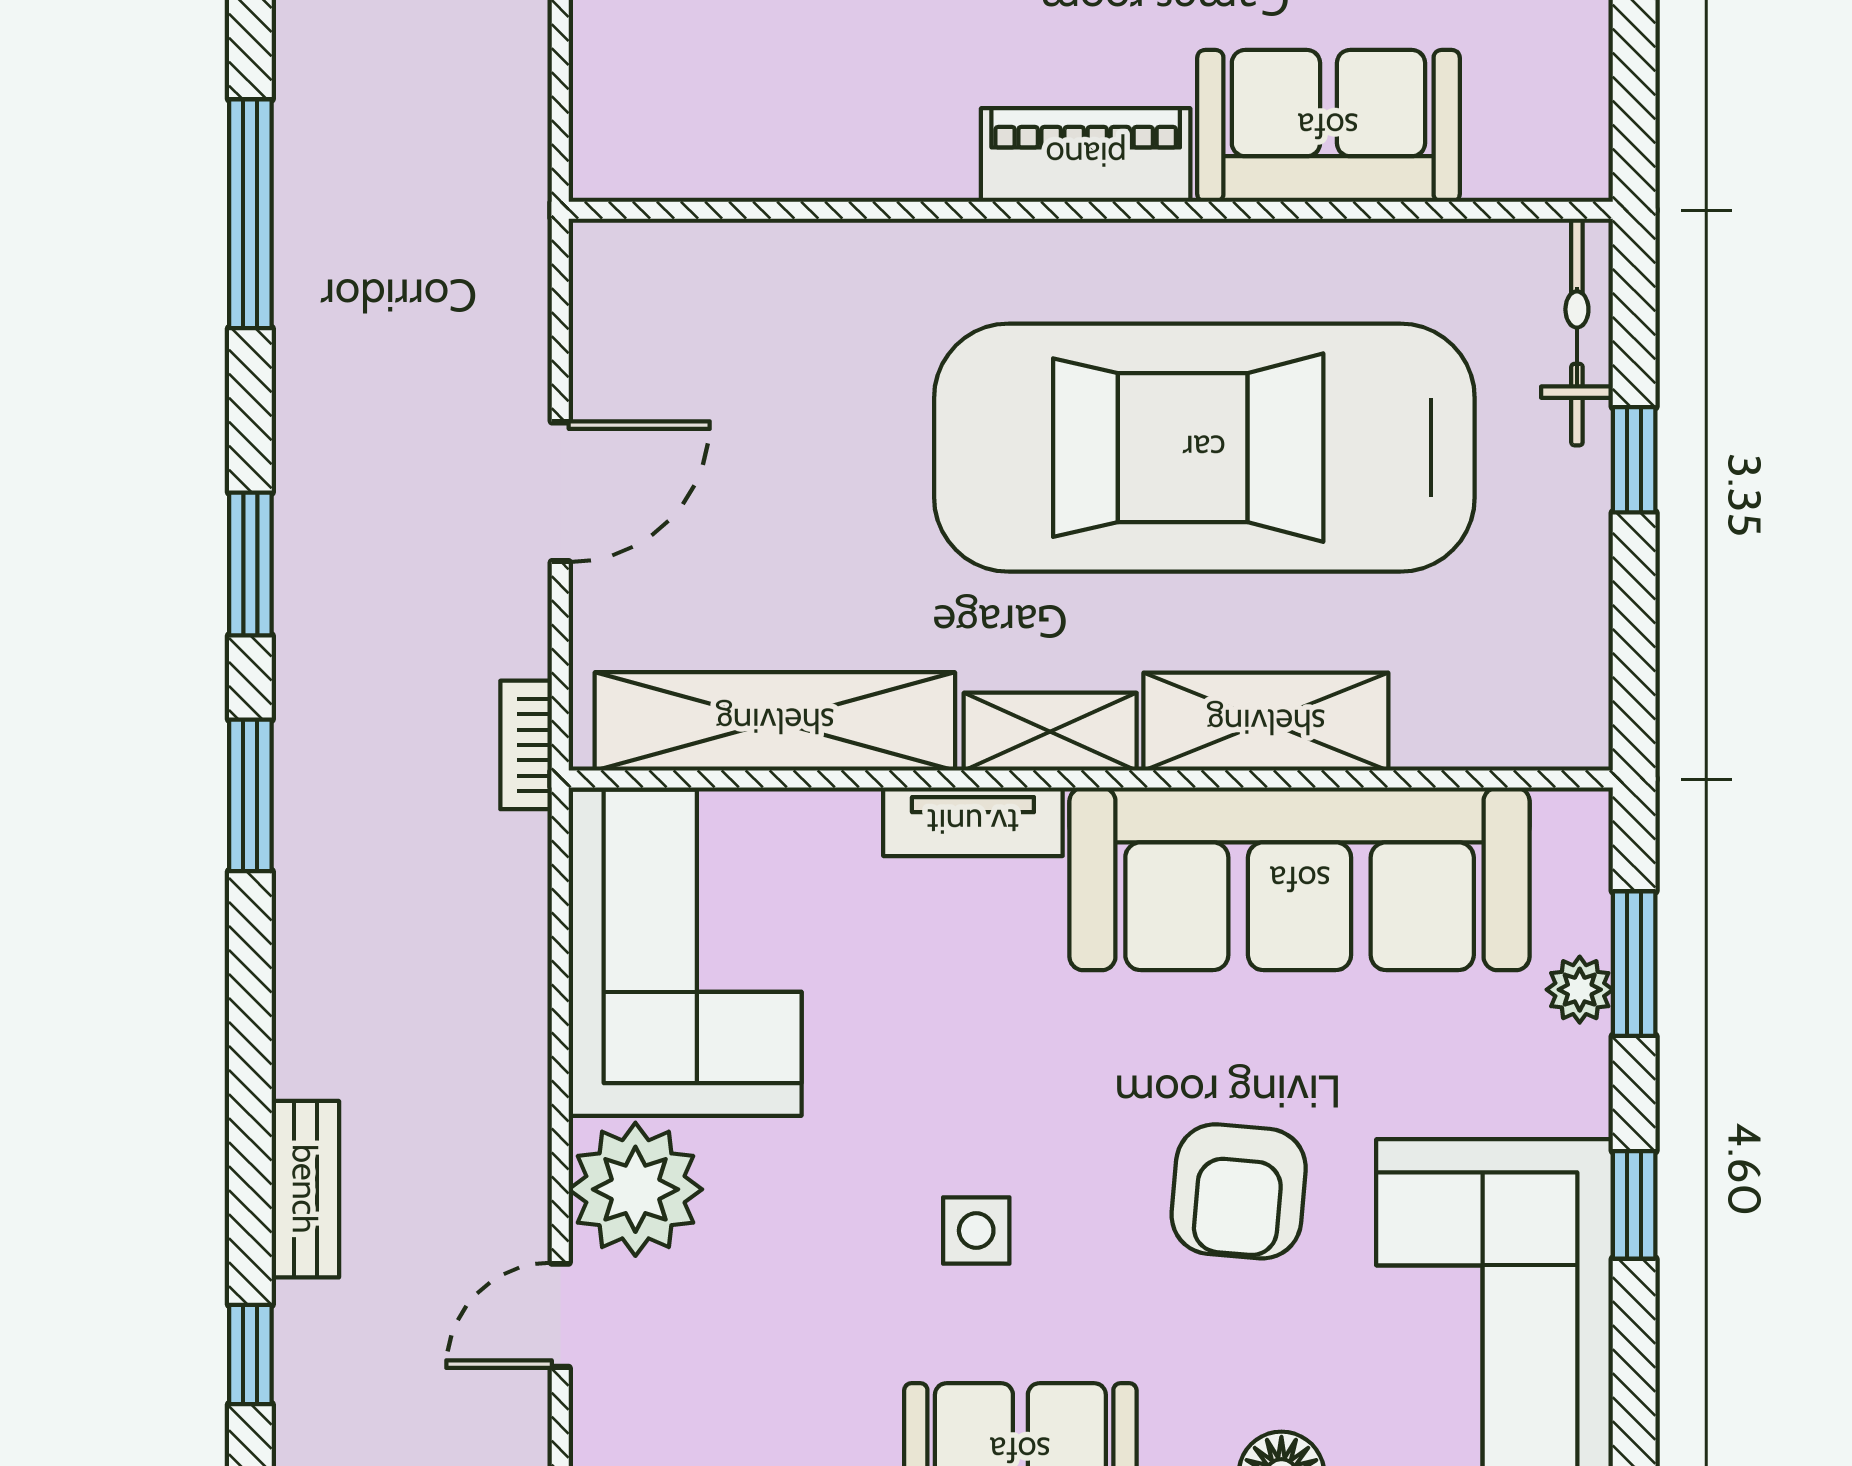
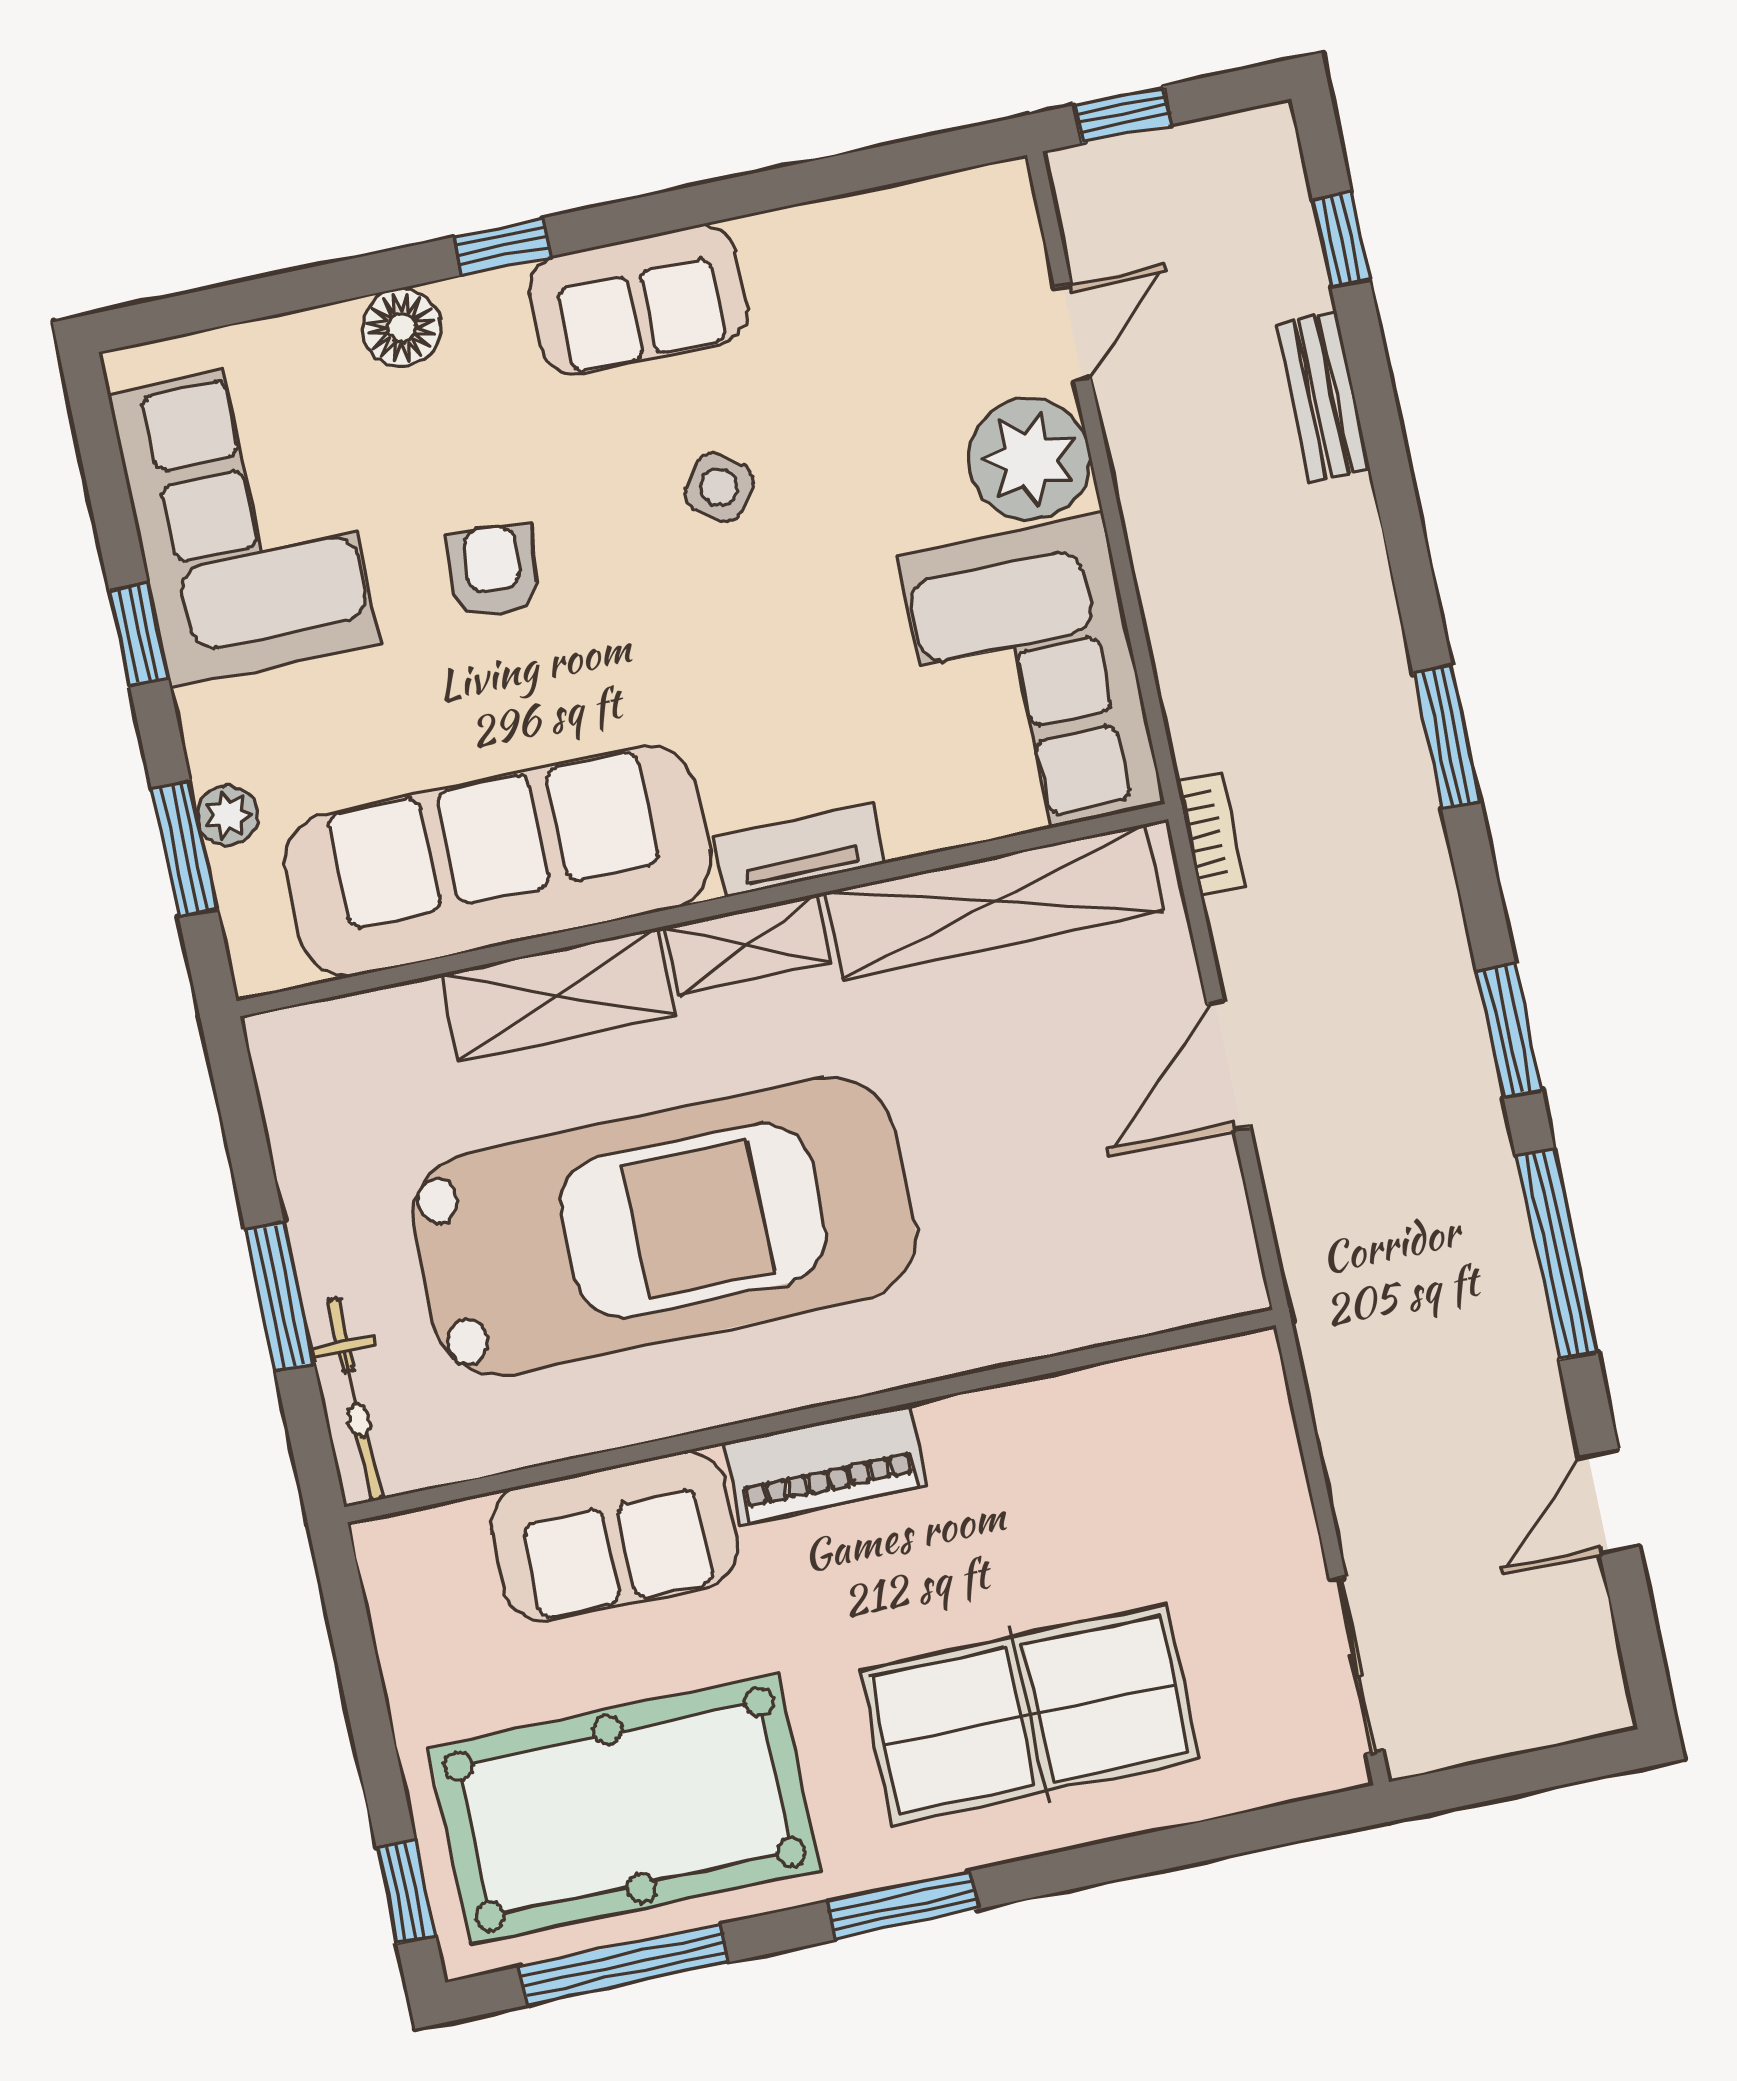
window: (1634, 460) -> (280, 1297), width x1.50
window: (250, 564) -> (1509, 1030), moved
armchair: (1239, 1191) -> (493, 571), width x0.72, depth x0.72
side table: (976, 1231) -> (719, 487), turned 35

